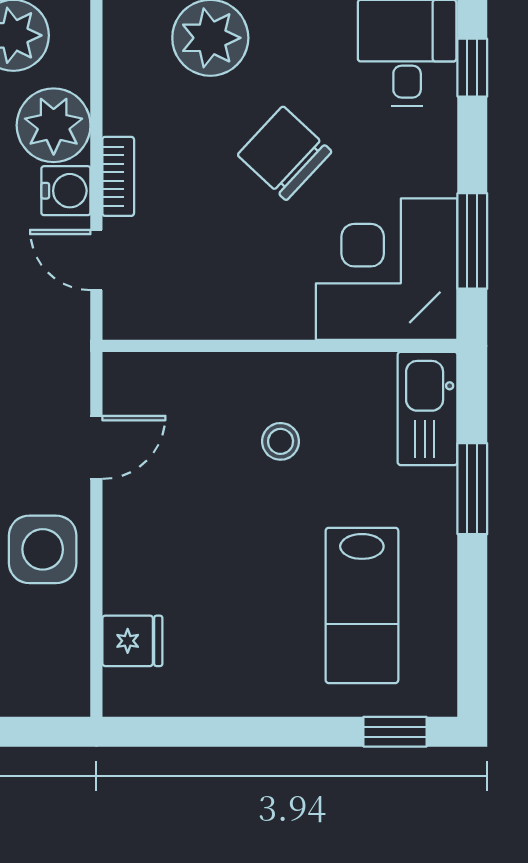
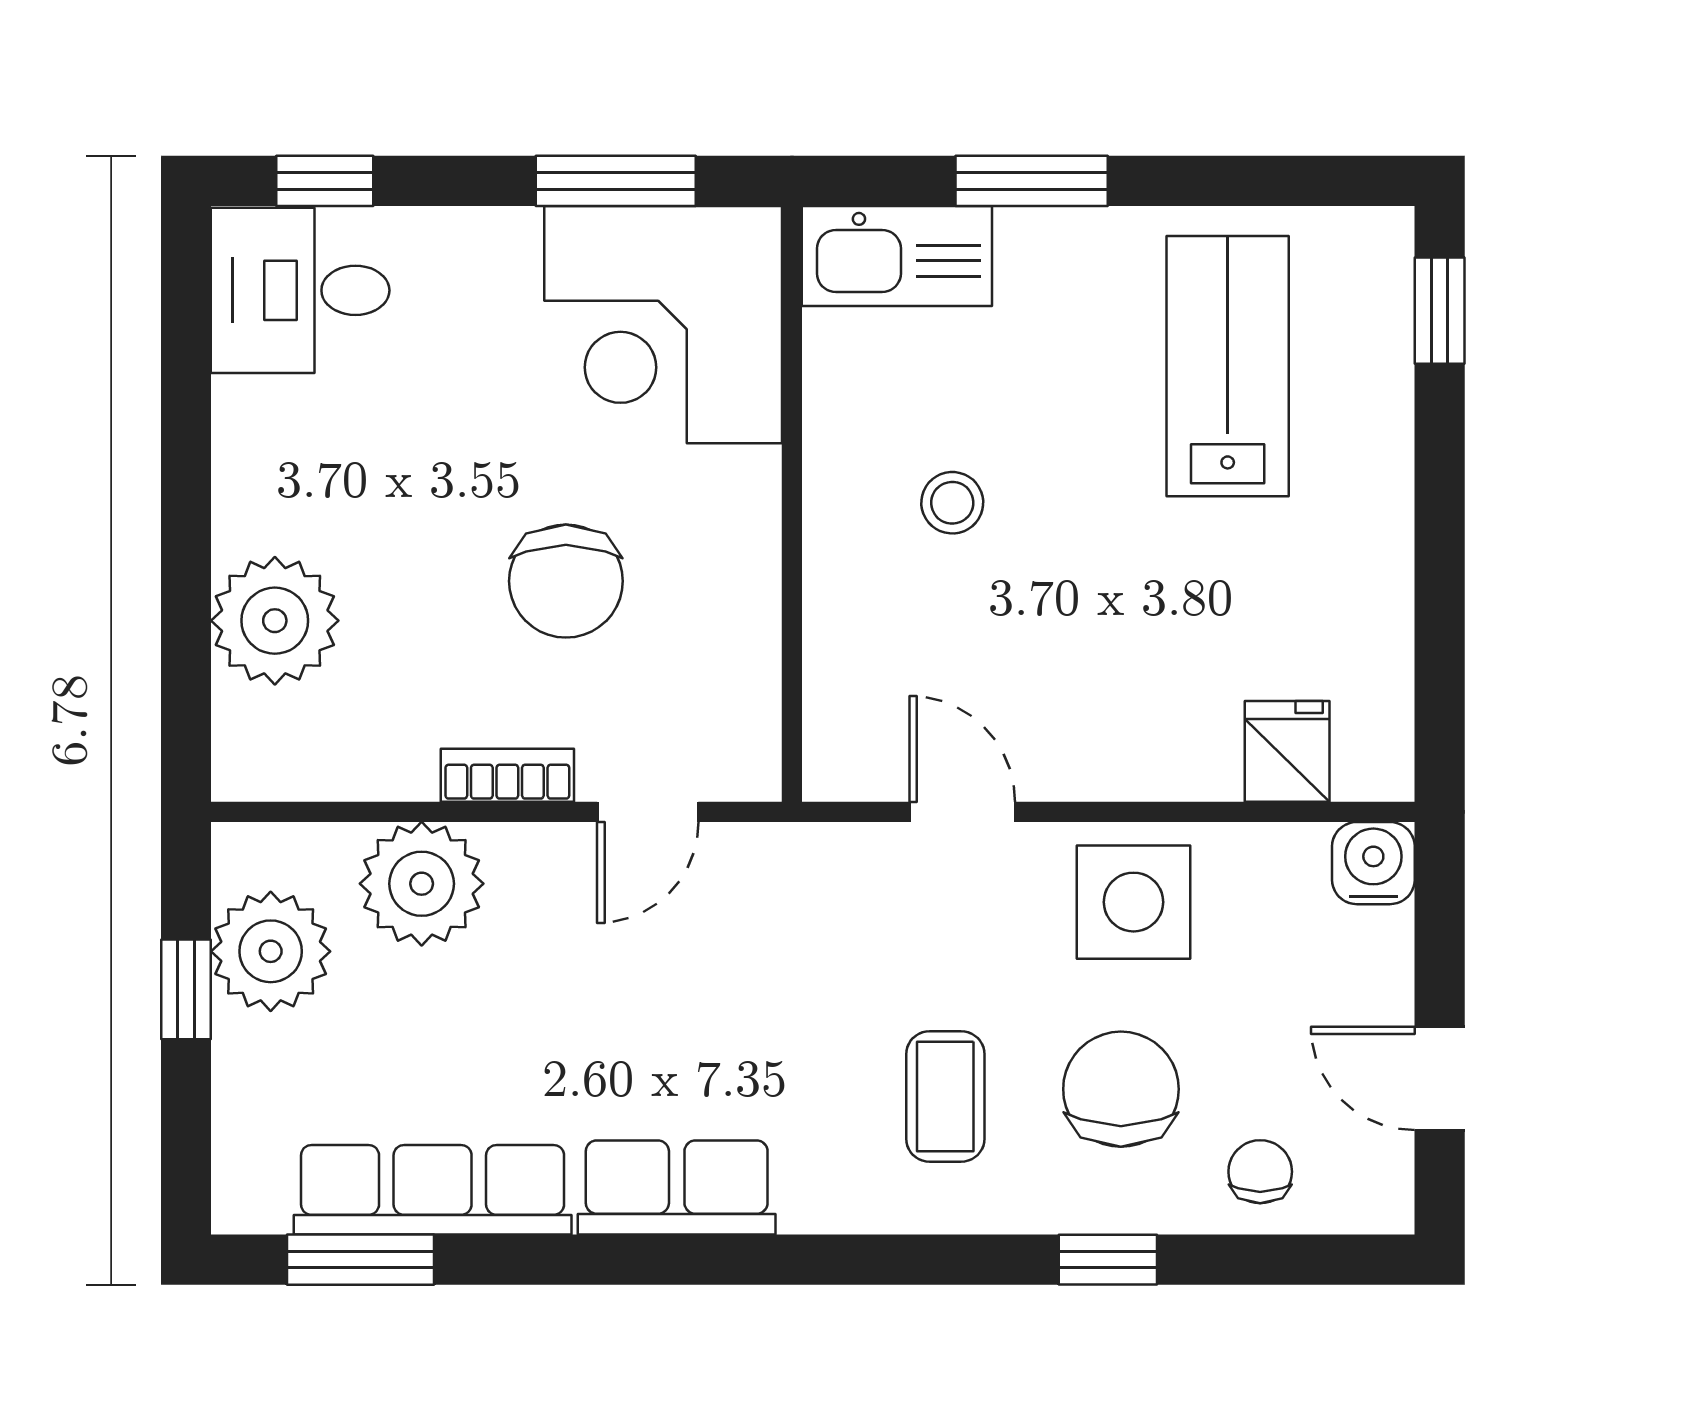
chair: (285, 153) -> (566, 581), moved, turned -43
water cooler: (66, 191) -> (1373, 863), moved
lab bench: (362, 605) -> (1228, 366), turned -90

